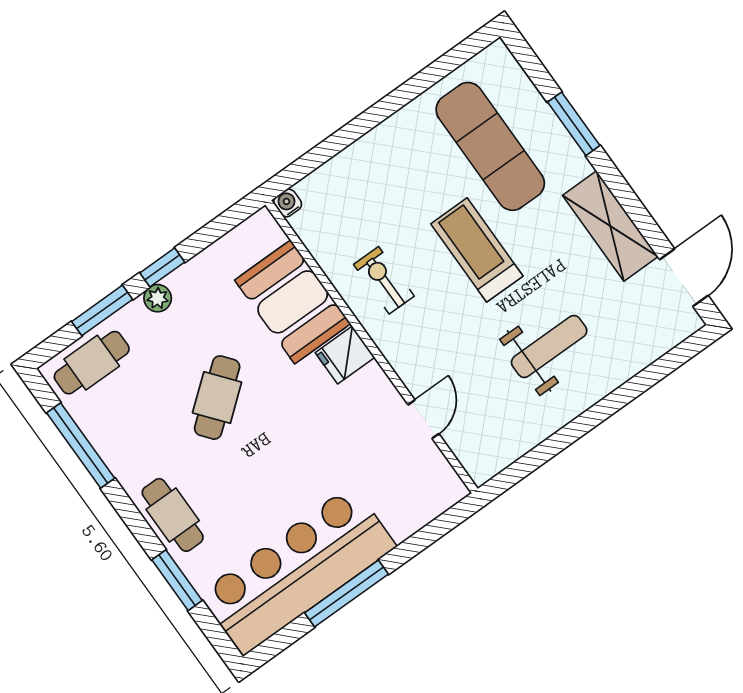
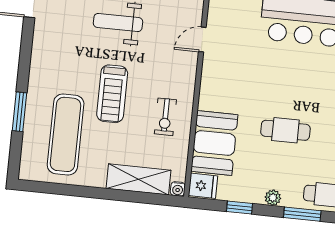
shelving: (610, 226) -> (138, 179), moved, turned 90
window: (162, 267) -> (240, 208), moved
fridge: (345, 355) -> (203, 186), moved
cafe table: (217, 398) -> (285, 130), turned 39

